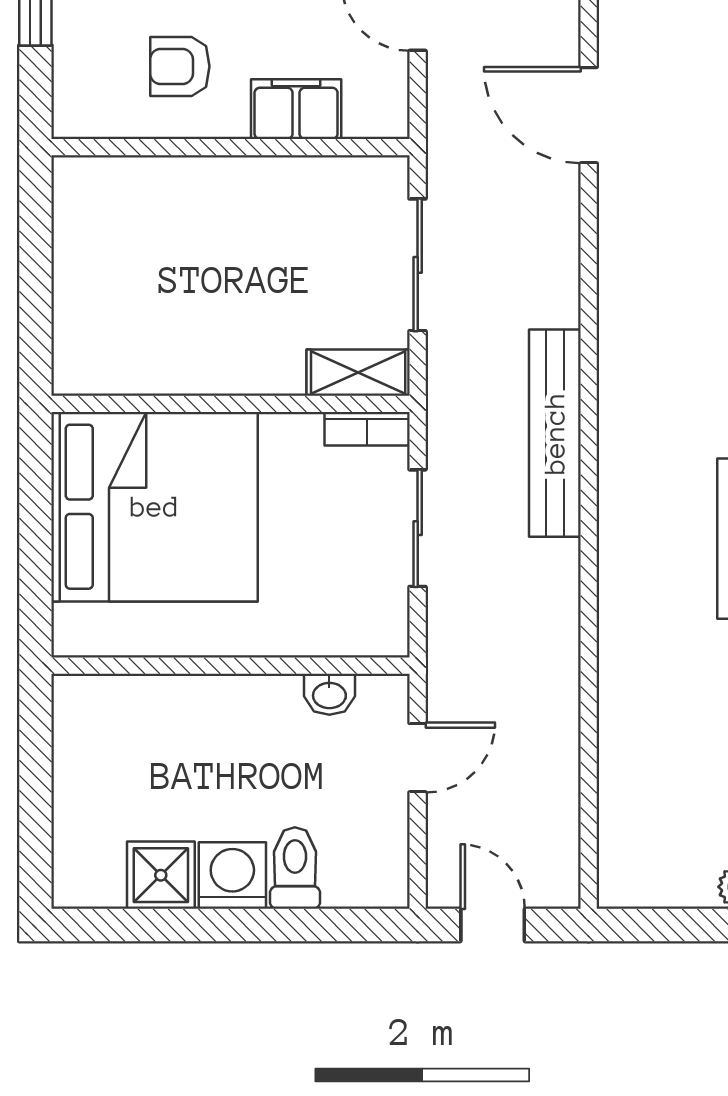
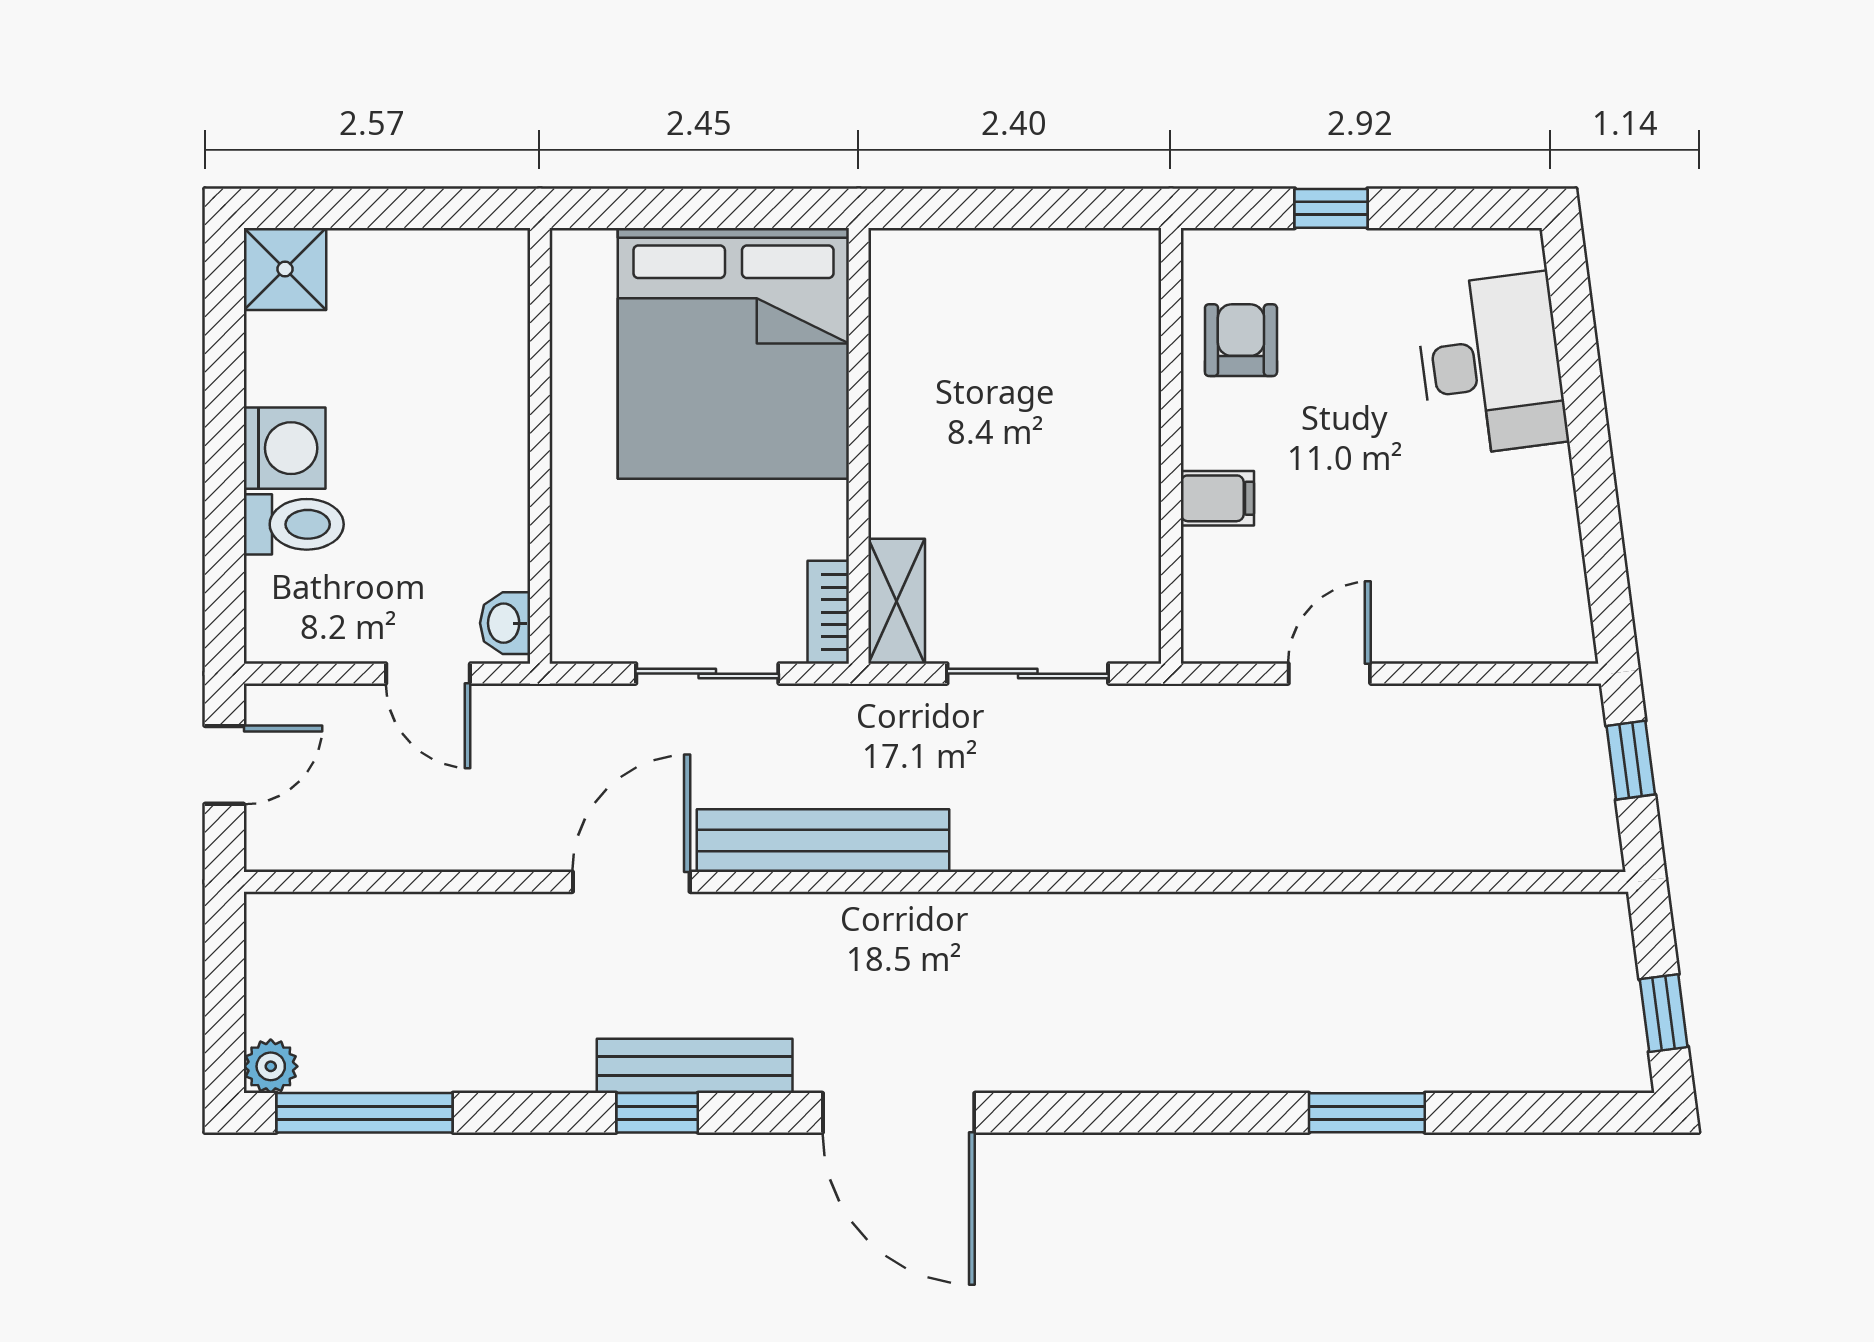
armchair: (180, 66) -> (1241, 340), moved
filing cabinet: (296, 109) -> (1217, 498), width x0.50
door: (589, 115) -> (631, 882), moved
washbasin: (329, 694) -> (505, 623), moved
shower: (161, 875) -> (285, 269), moved

